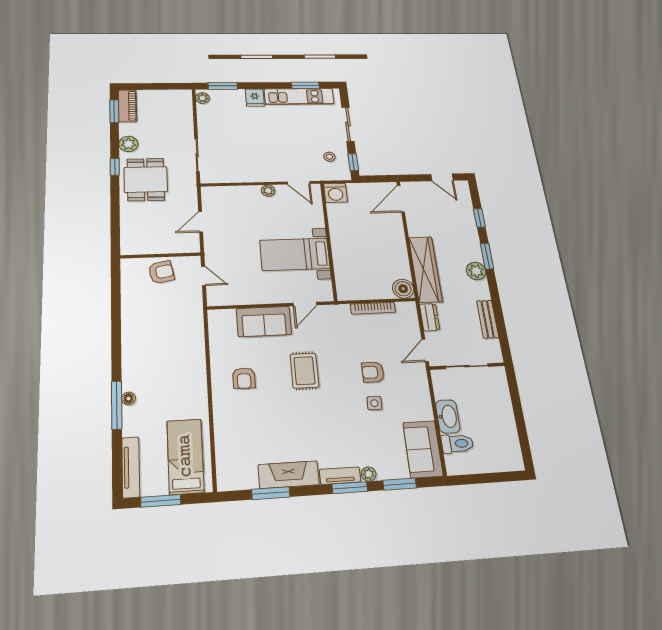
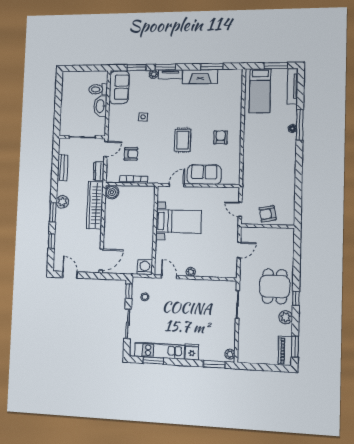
armchair: (373, 372) -> (131, 154), moved

